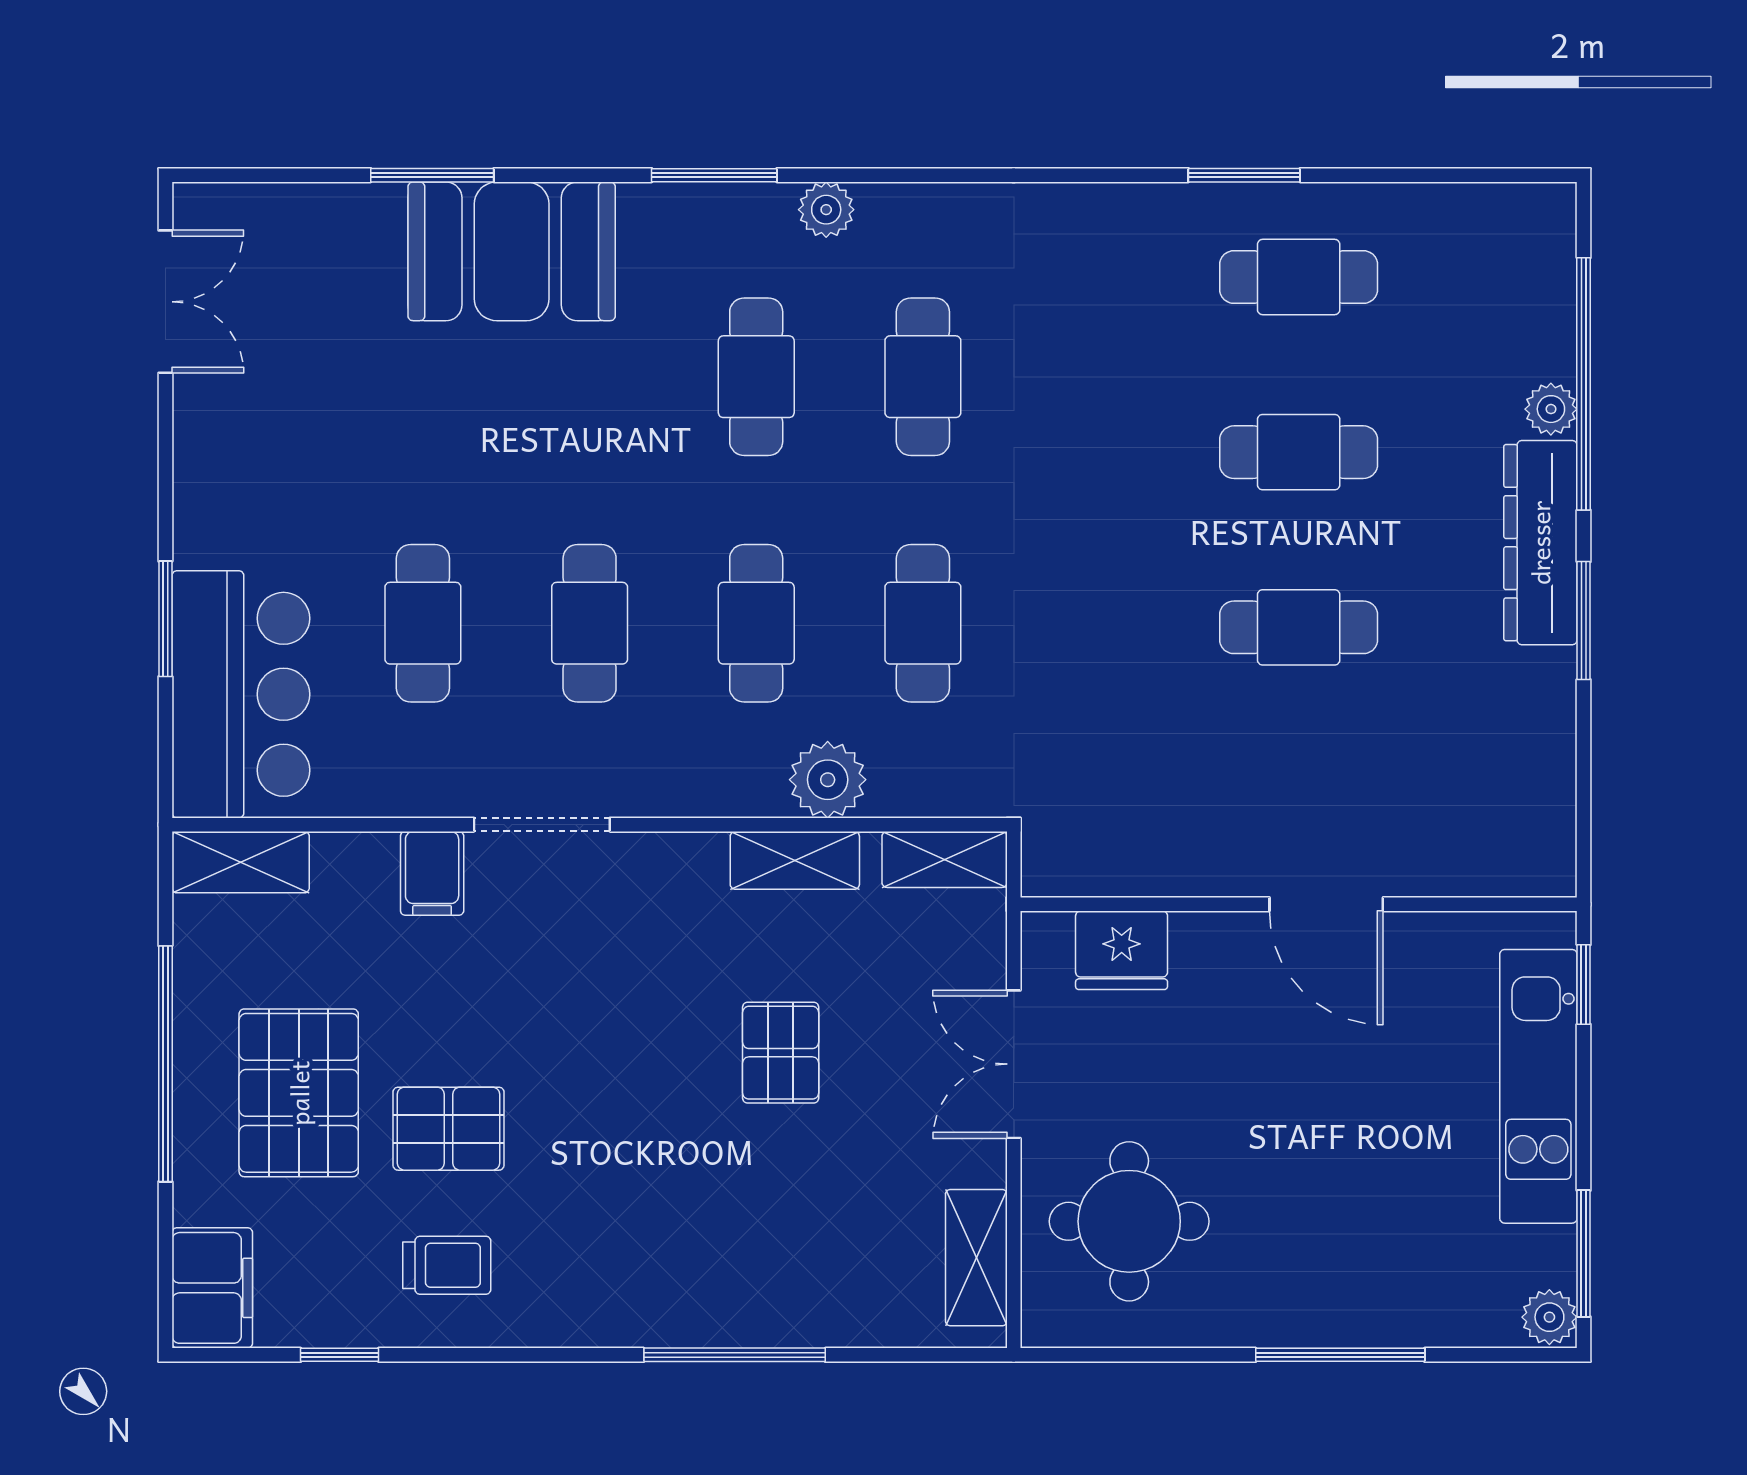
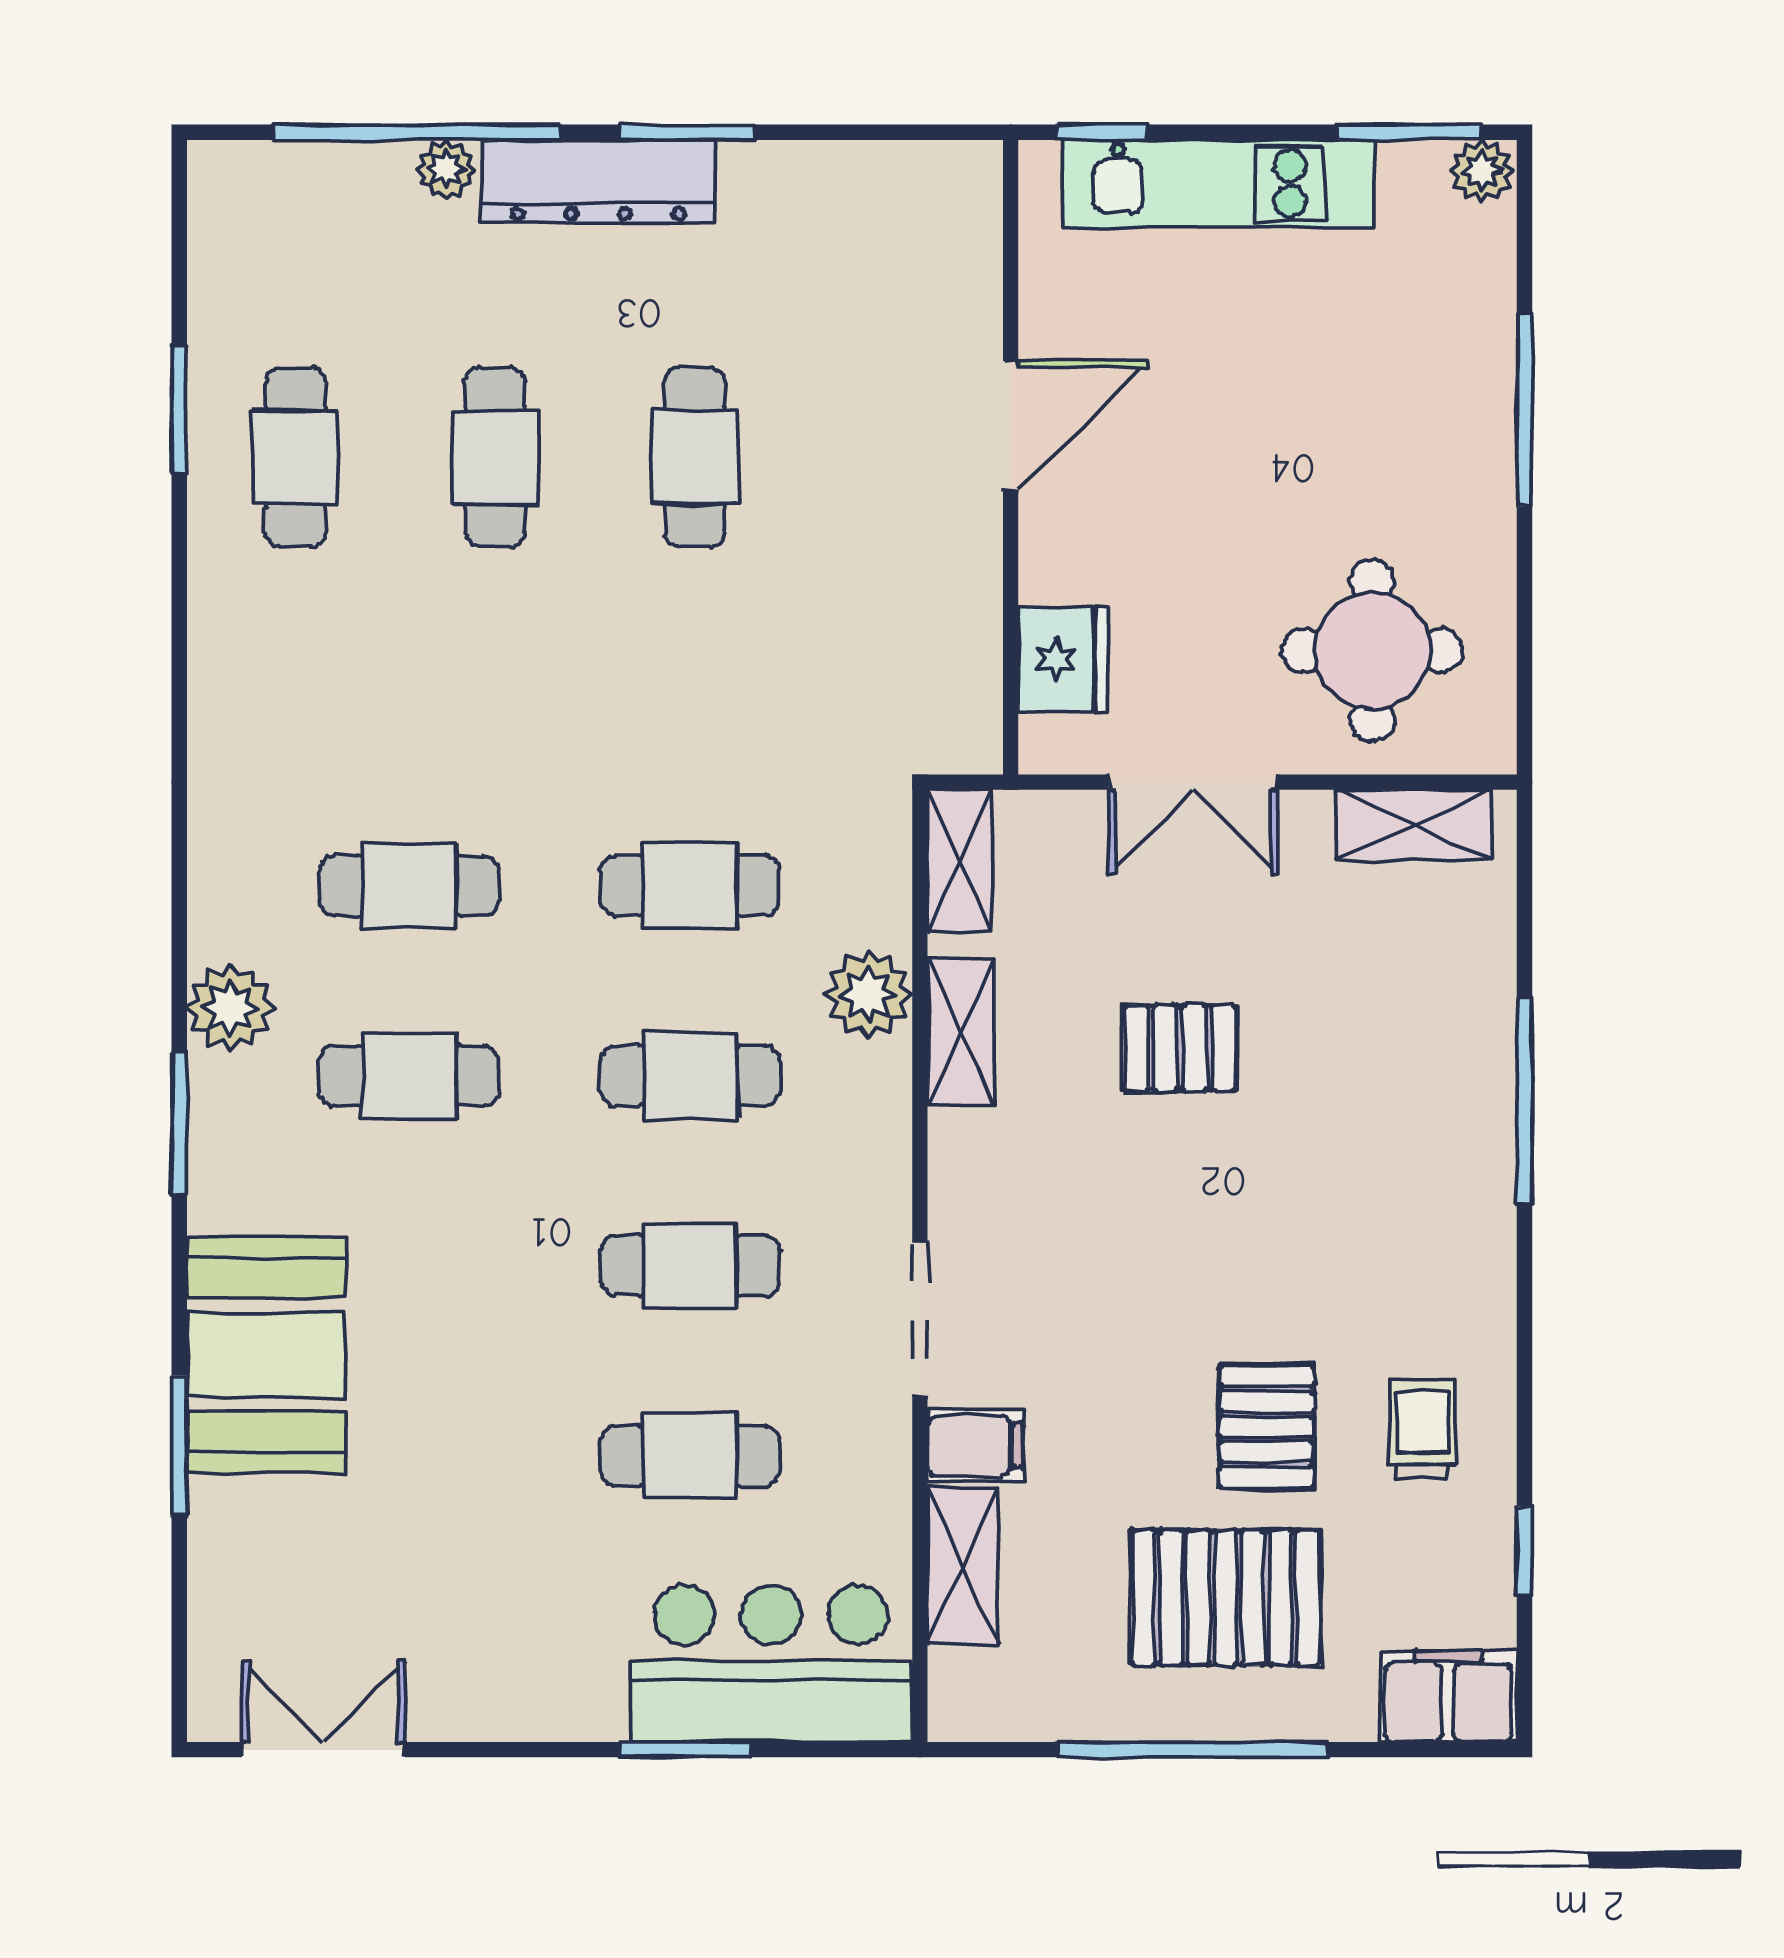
window: (1244, 175) -> (179, 410), moved
plant: (826, 210) -> (230, 1008), width x1.38, depth x1.38
shelving: (241, 862) -> (963, 1566), moved

